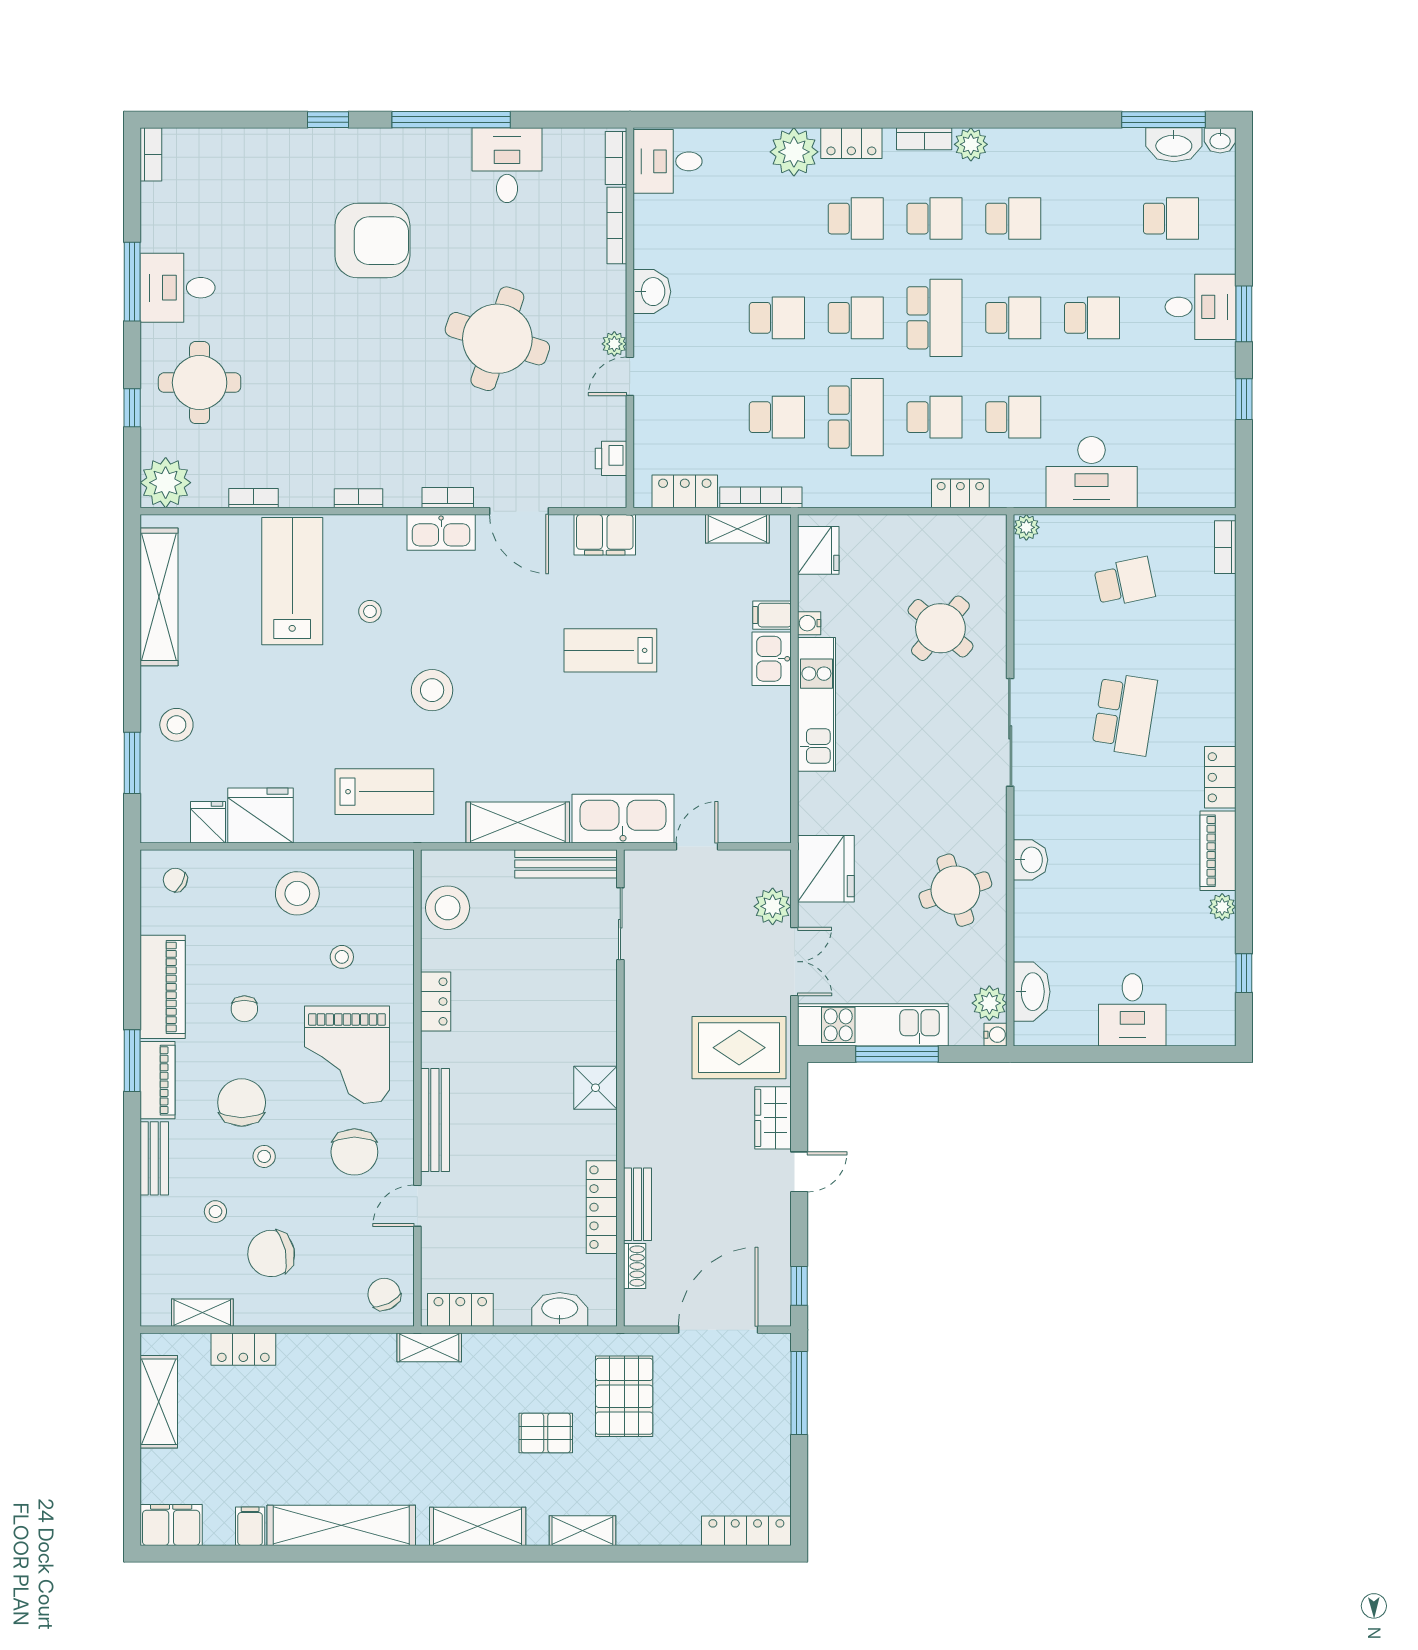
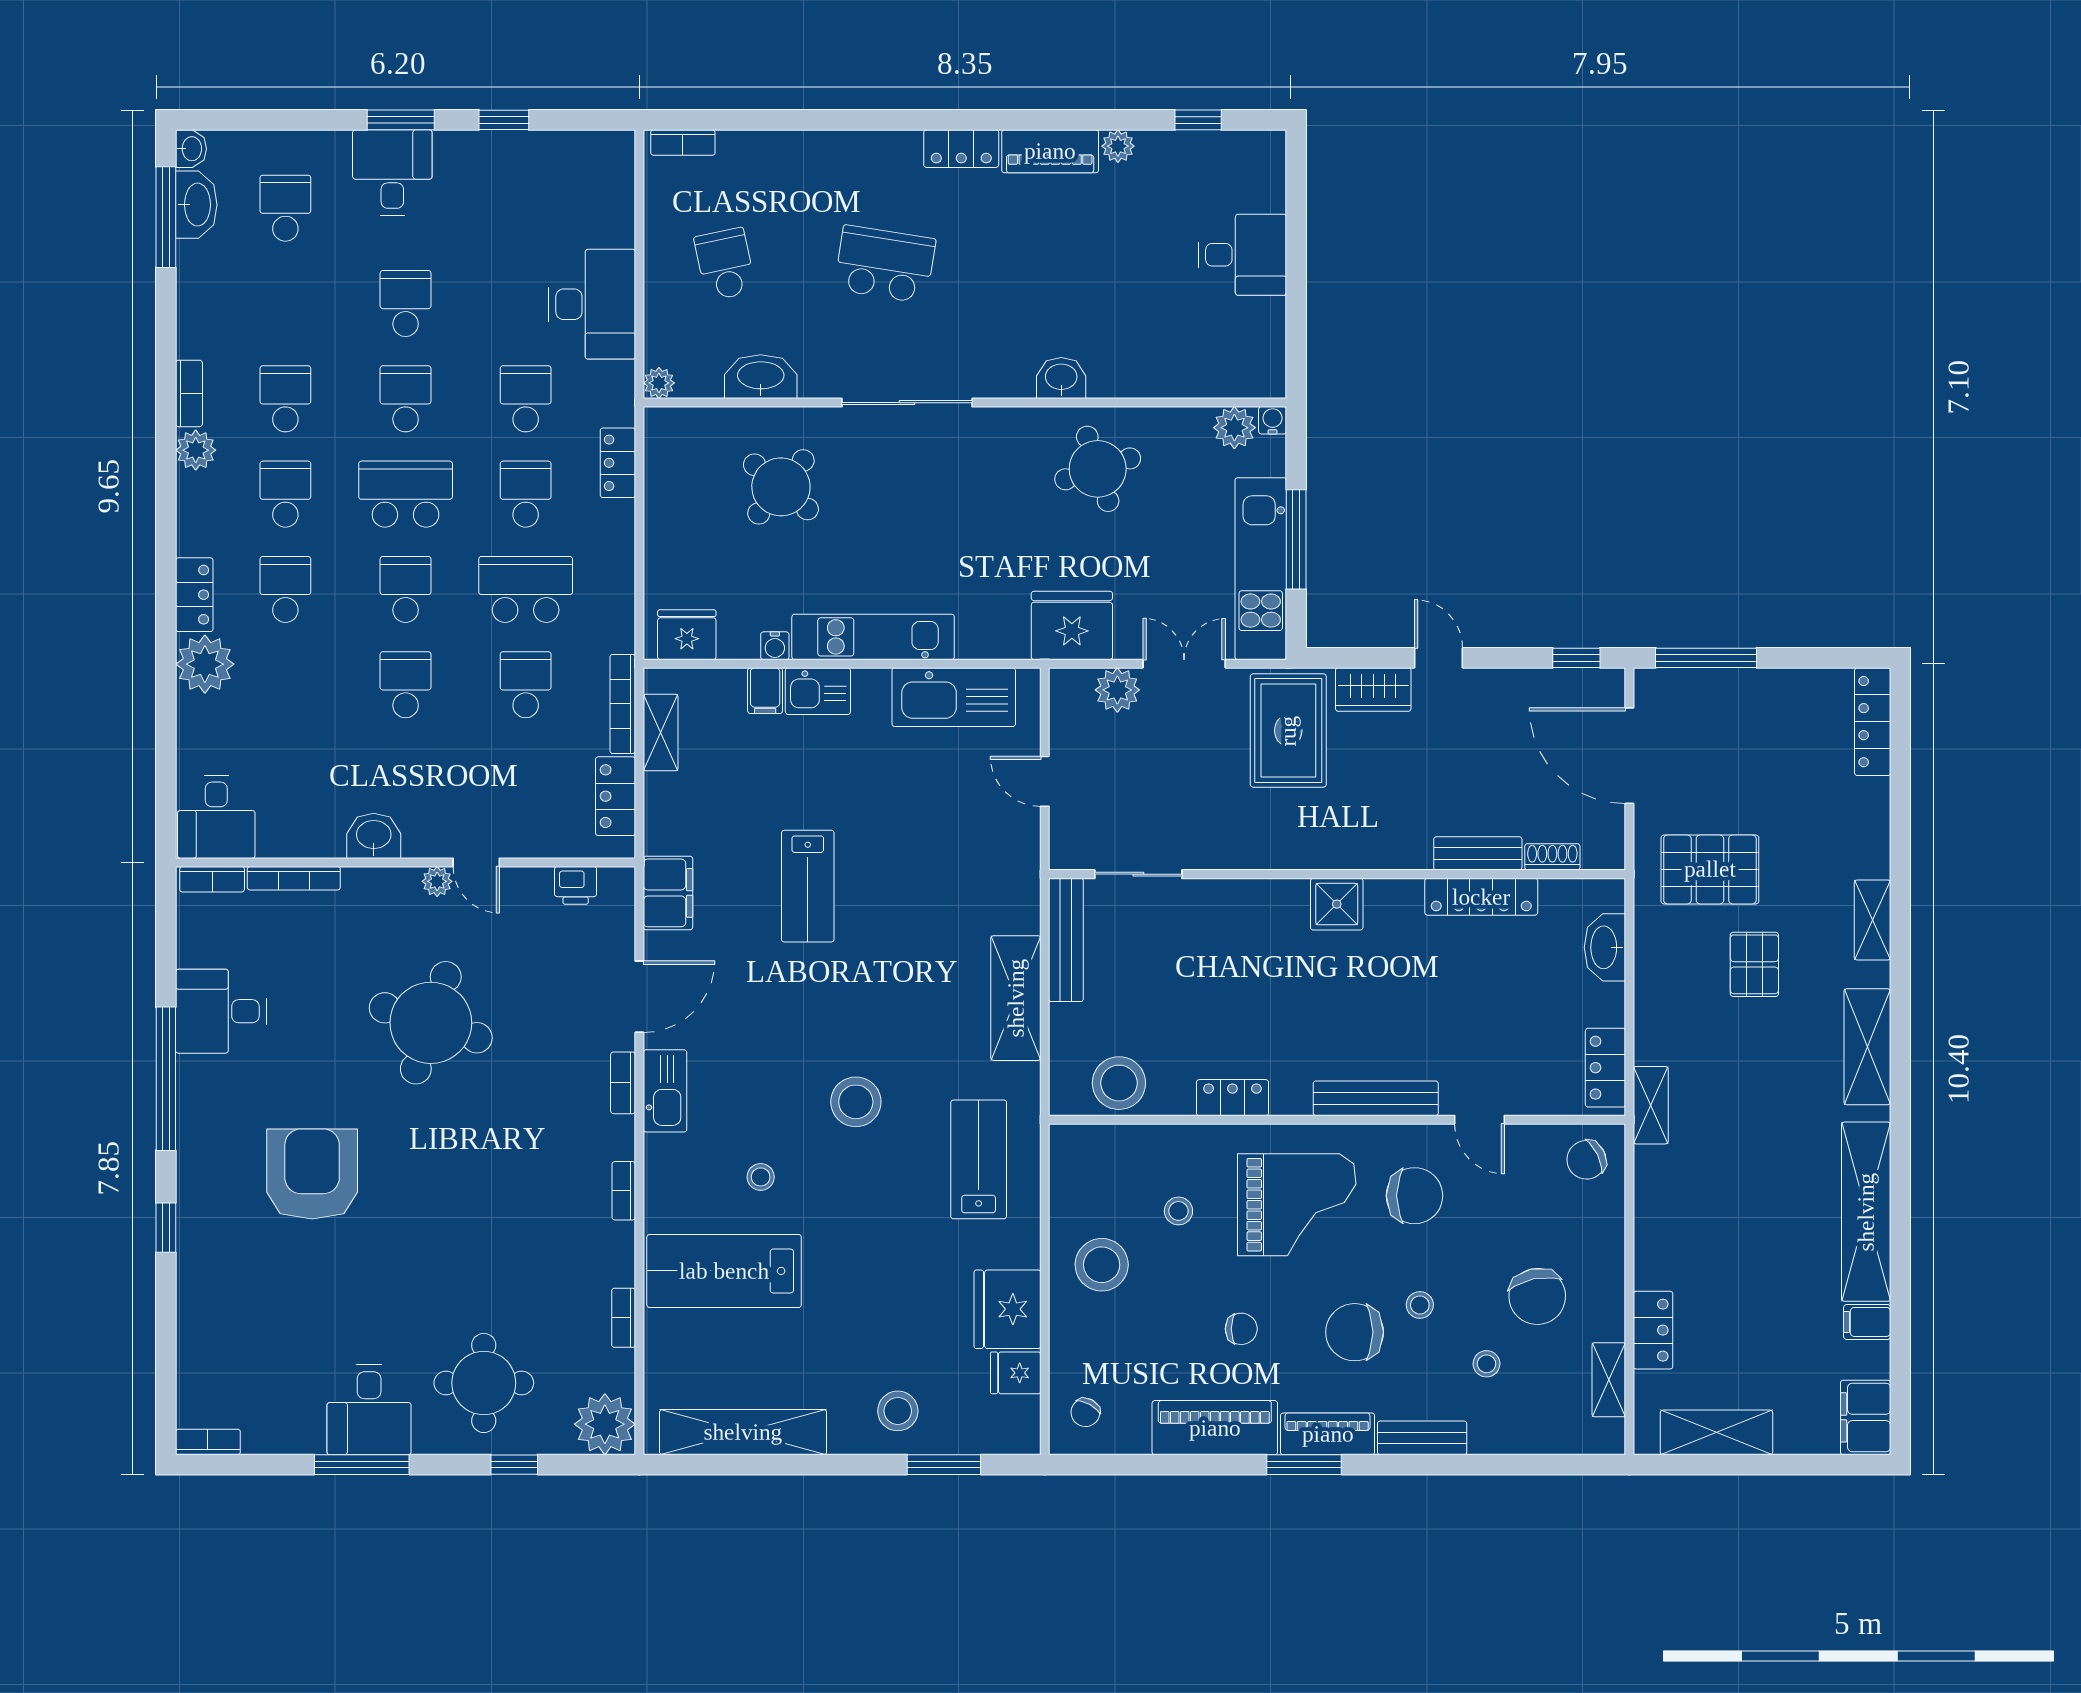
bookcase: (924, 139) -> (189, 393), moved
kitchen sink: (623, 819) -> (954, 697), moved, turned -90
washbasin: (1032, 992) -> (761, 377), moved

